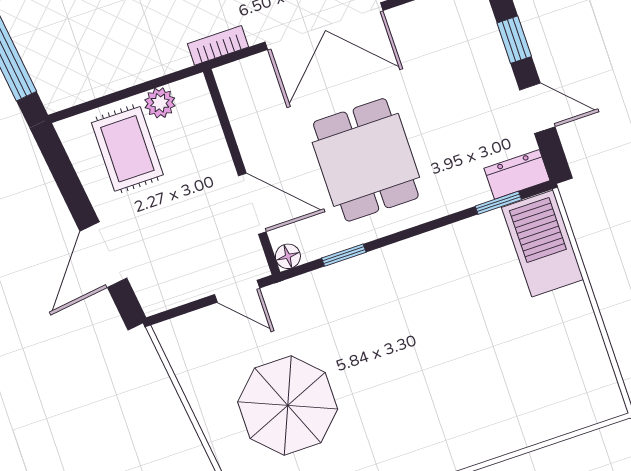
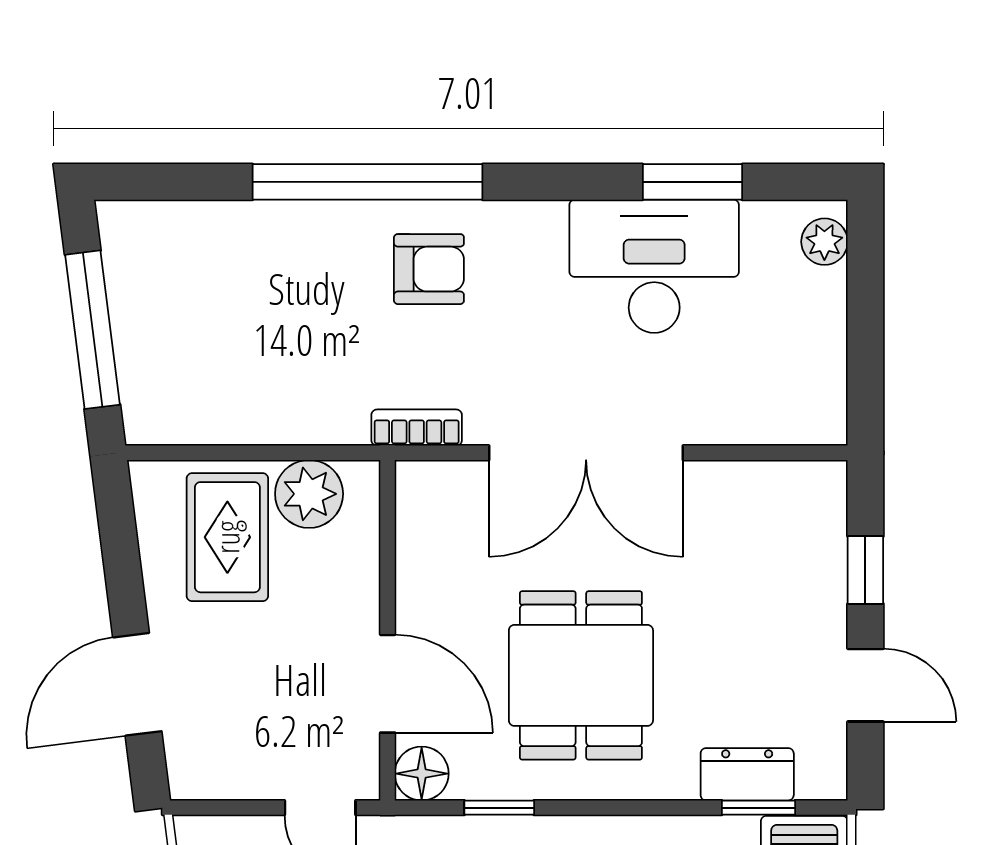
plant: (160, 103) -> (309, 494), width x1.38, depth x1.38
dresser: (517, 174) -> (747, 774), moved
floor lamp: (288, 256) -> (422, 774), width x1.37, depth x1.37

